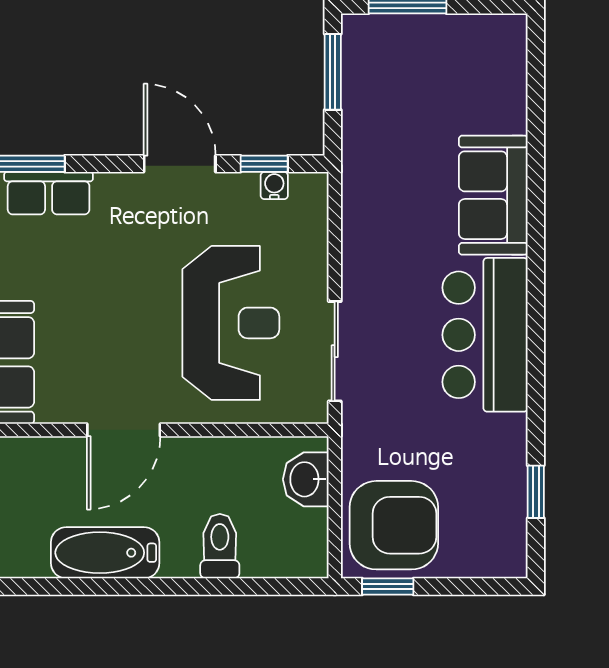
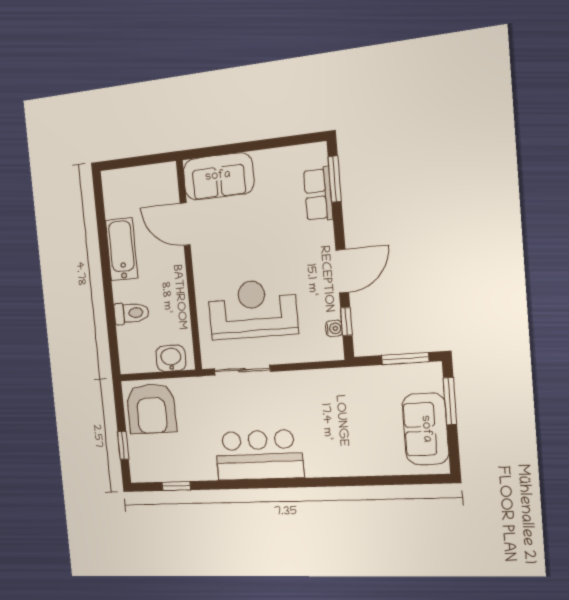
sofa: (493, 195) -> (426, 429), moved, turned -90
reception desk: (231, 323) -> (253, 309), turned 180
door: (124, 430) -> (185, 224), moved
window: (388, 586) -> (123, 446), moved

